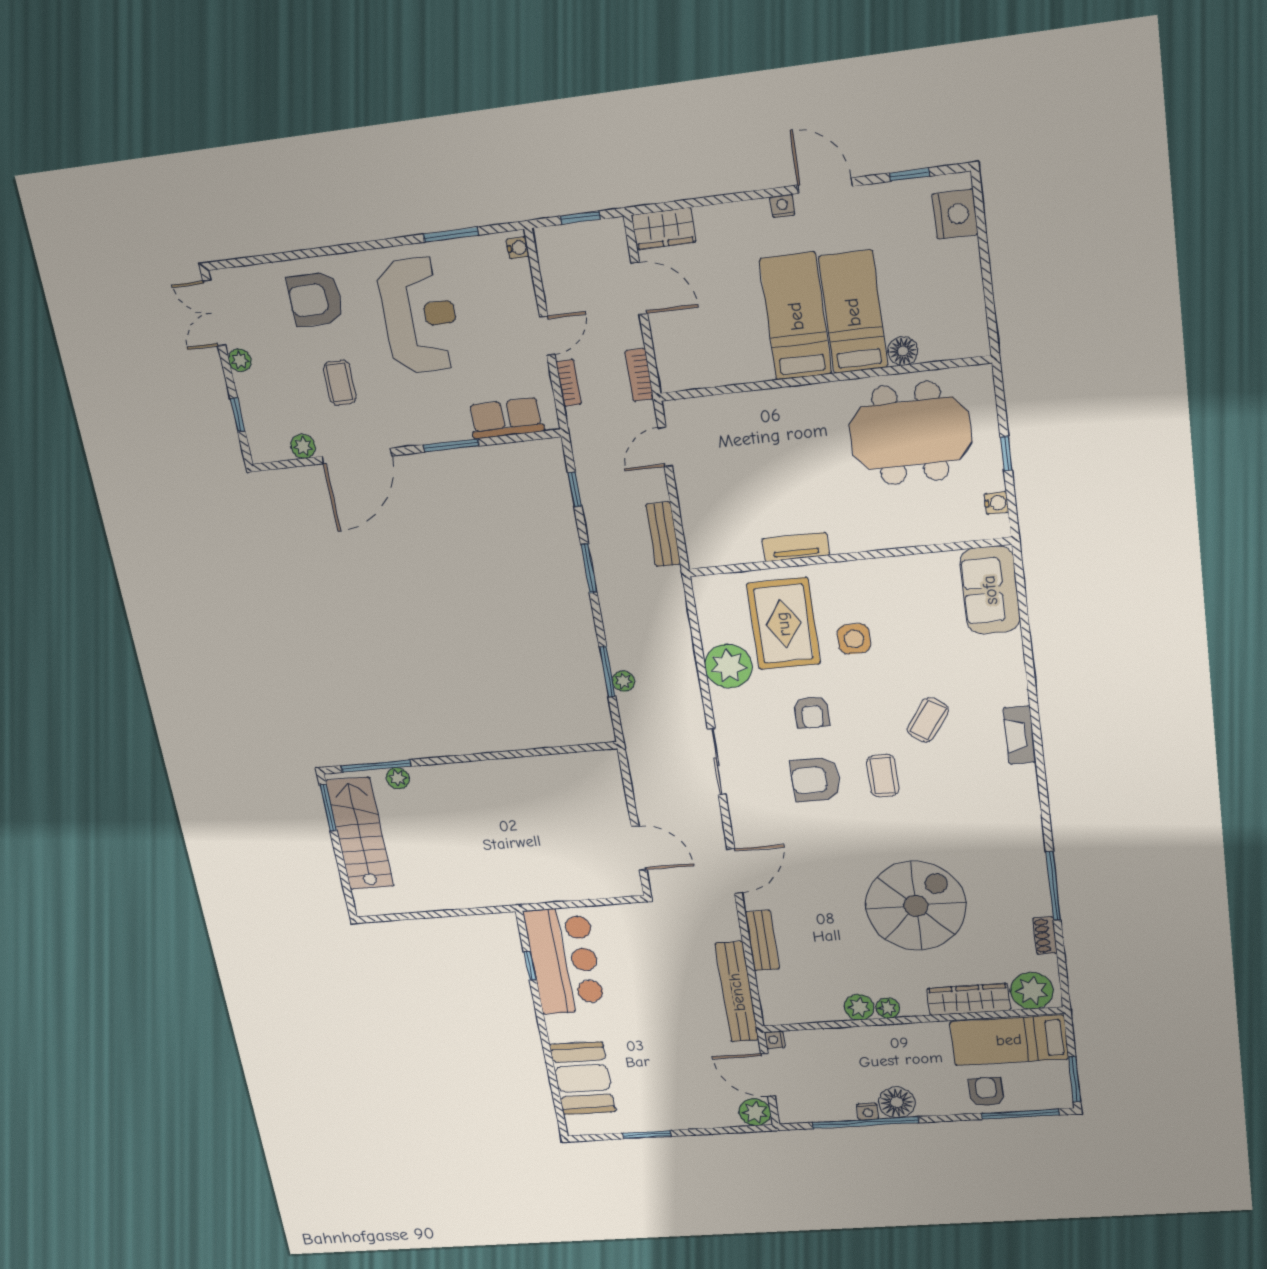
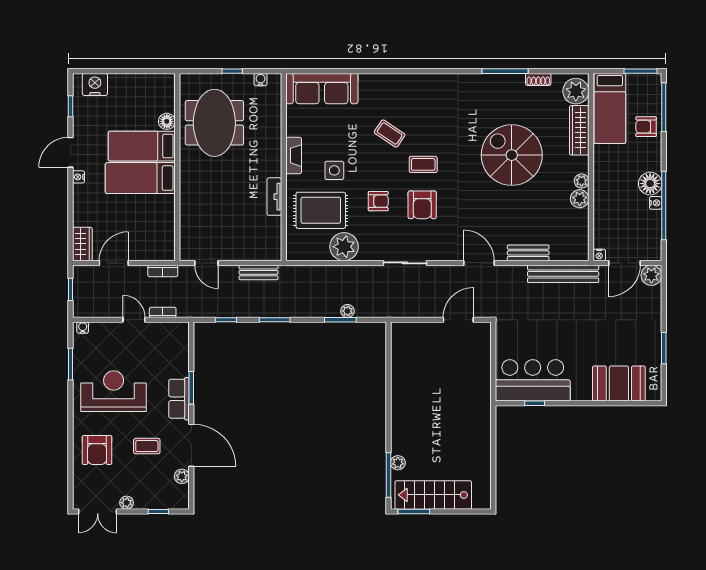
row of seats: (506, 418) -> (179, 399), moved
sofa: (990, 590) -> (322, 89), width x1.36
fireplace: (1020, 735) -> (294, 156), moved, turned -90

